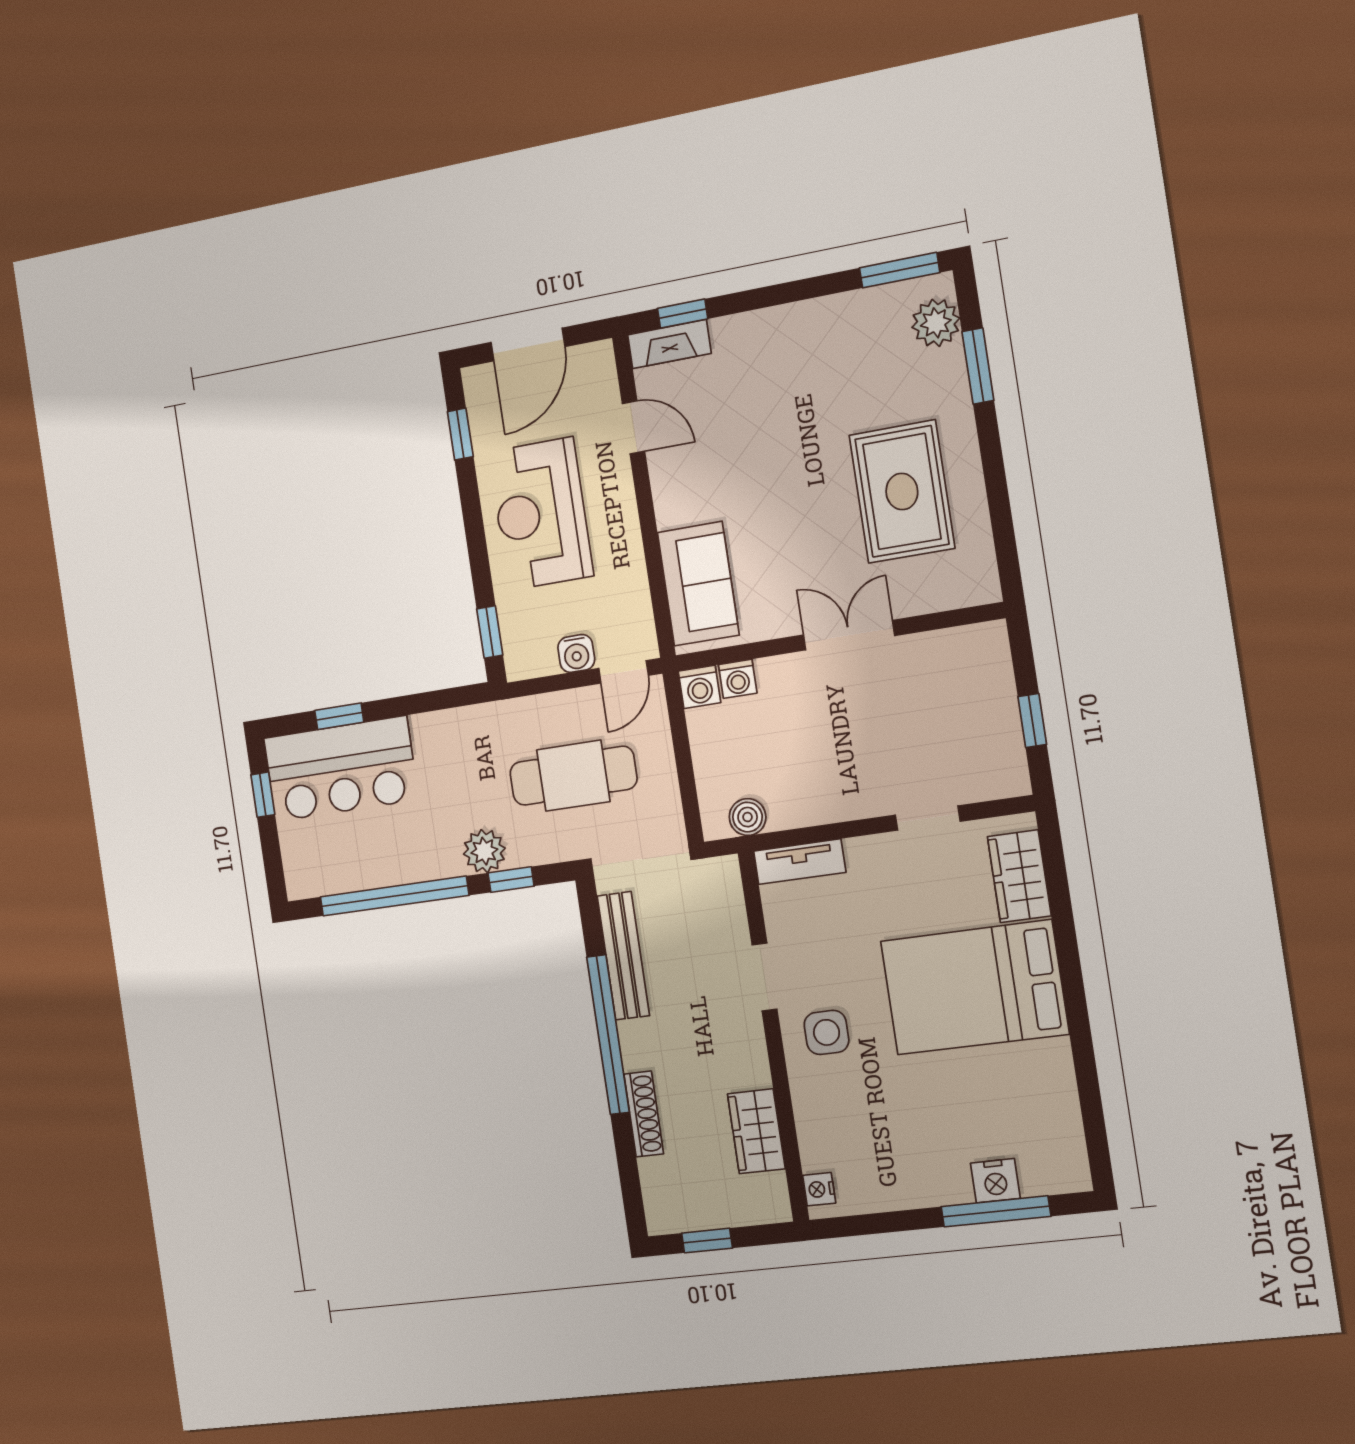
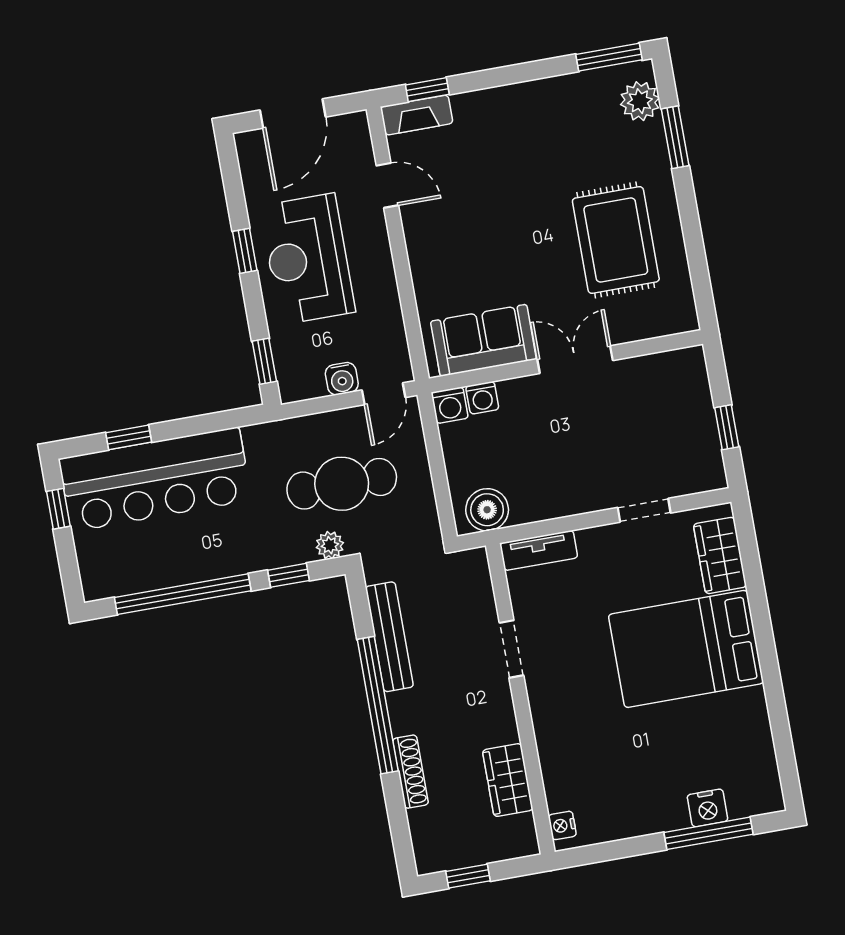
window: (460, 434) -> (245, 251), moved
sofa: (698, 584) -> (483, 340), moved, turned -90
bar counter: (341, 769) -> (155, 479), width x1.36
boiler: (748, 817) -> (487, 510), width x1.36, depth x1.36
plant: (484, 851) -> (330, 545), moved, width x0.73, depth x0.73
side table: (827, 1032) -> (565, 693), removed

